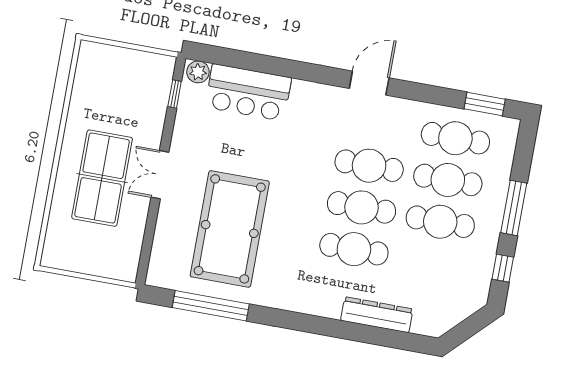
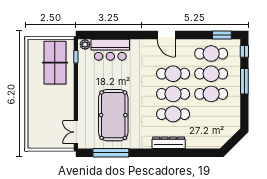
door: (369, 83) -> (166, 35), swing flipped
double door: (160, 175) -> (76, 132), moved
table tennis table: (102, 178) -> (55, 63), moved
window: (503, 268) -> (244, 51), moved
dresser: (377, 315) -> (169, 143), moved

